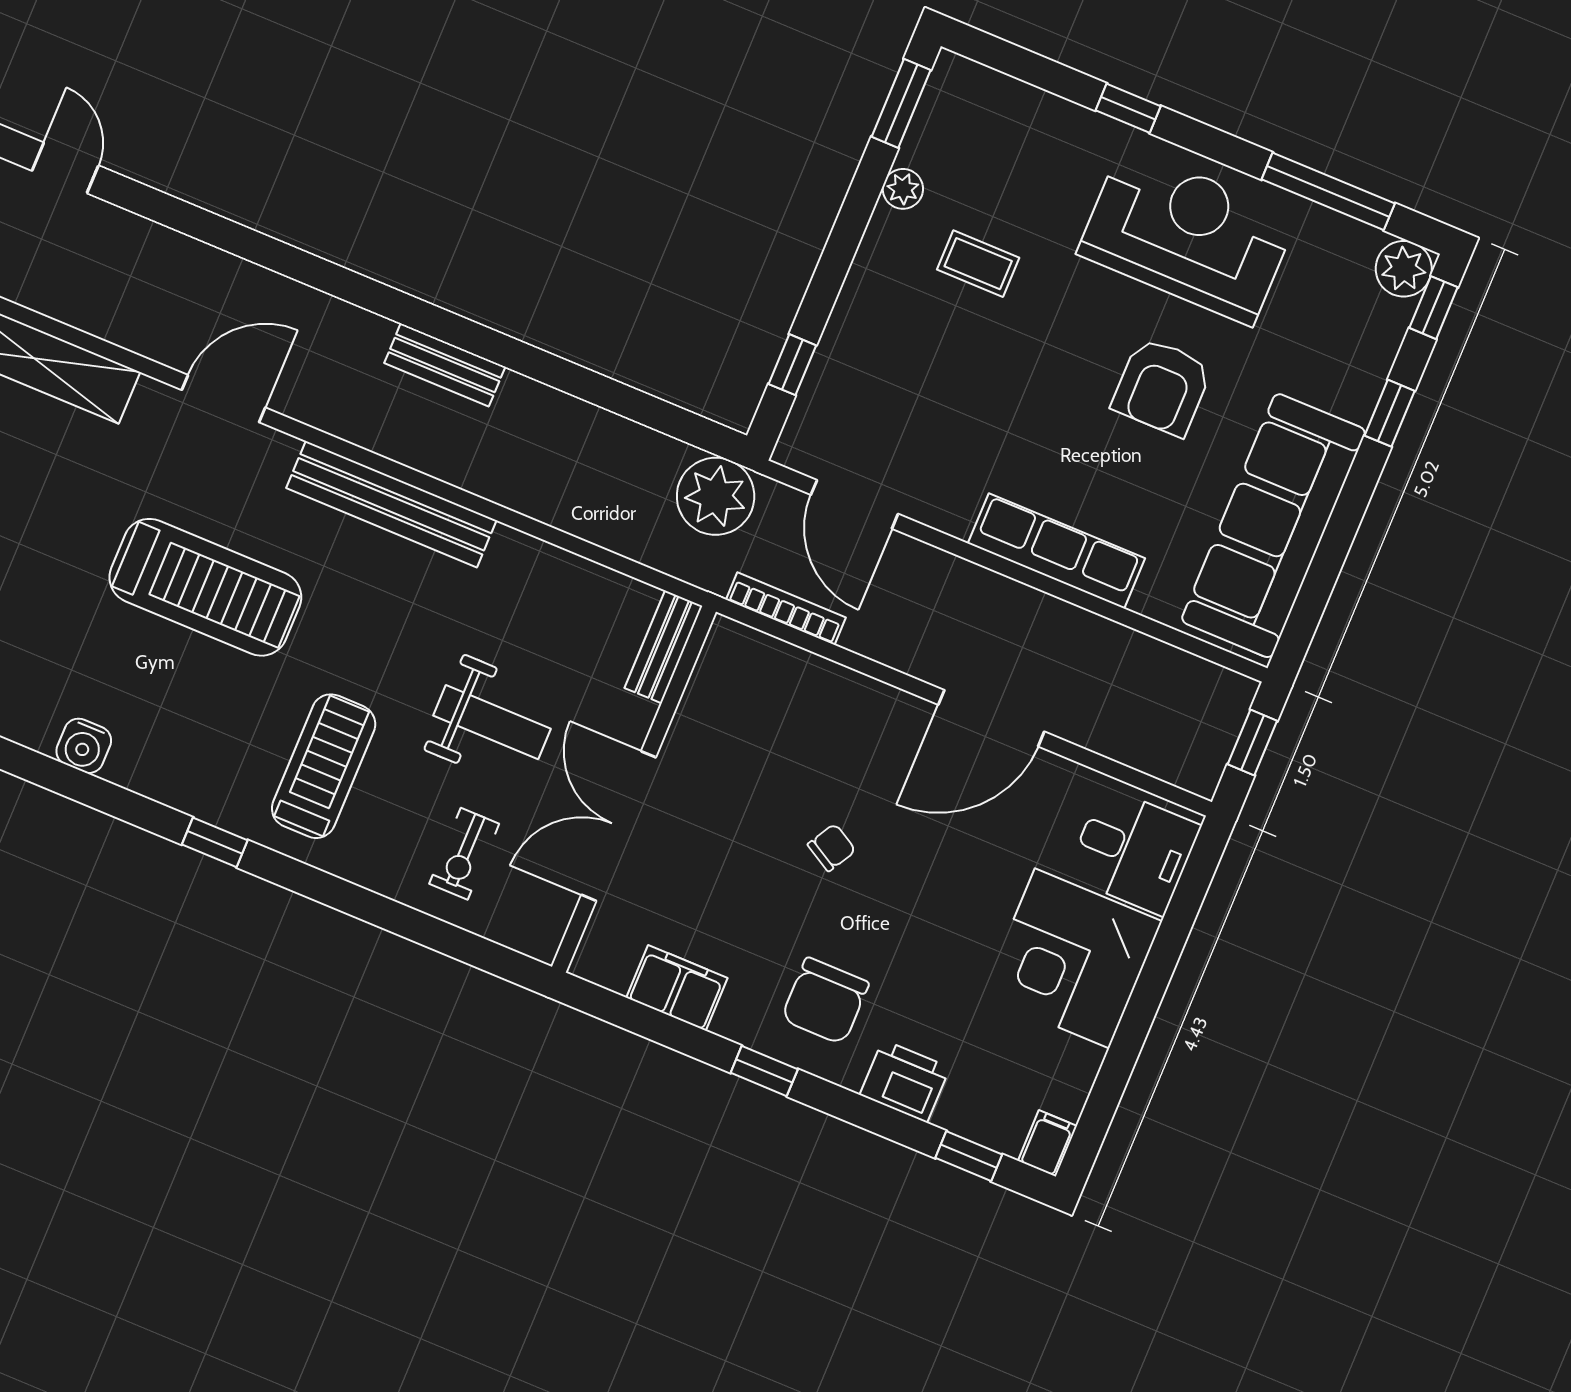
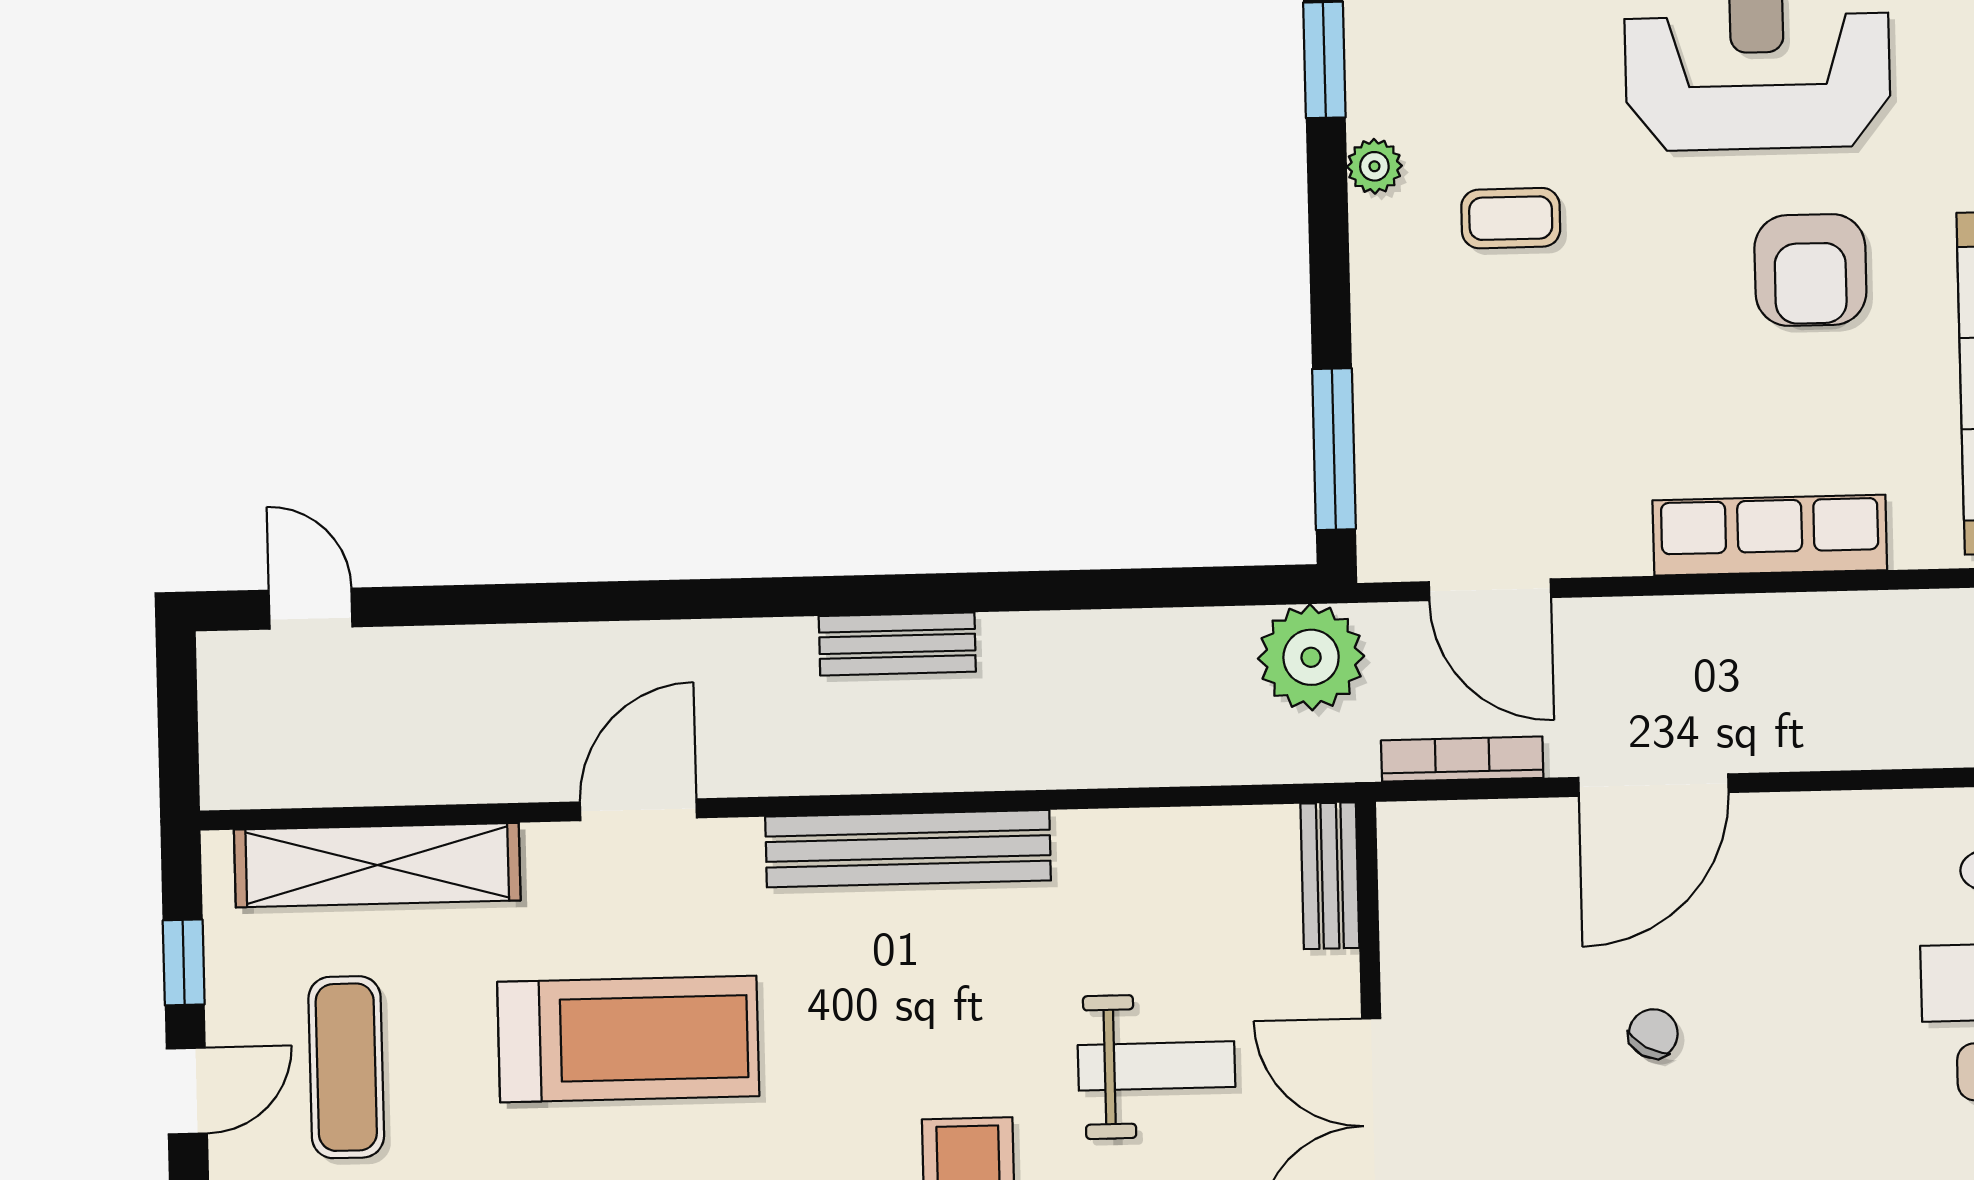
window: (792, 365) -> (1334, 449), width x2.17
treadmill: (205, 587) -> (628, 1039), moved
door: (991, 718) -> (1653, 785), moved

